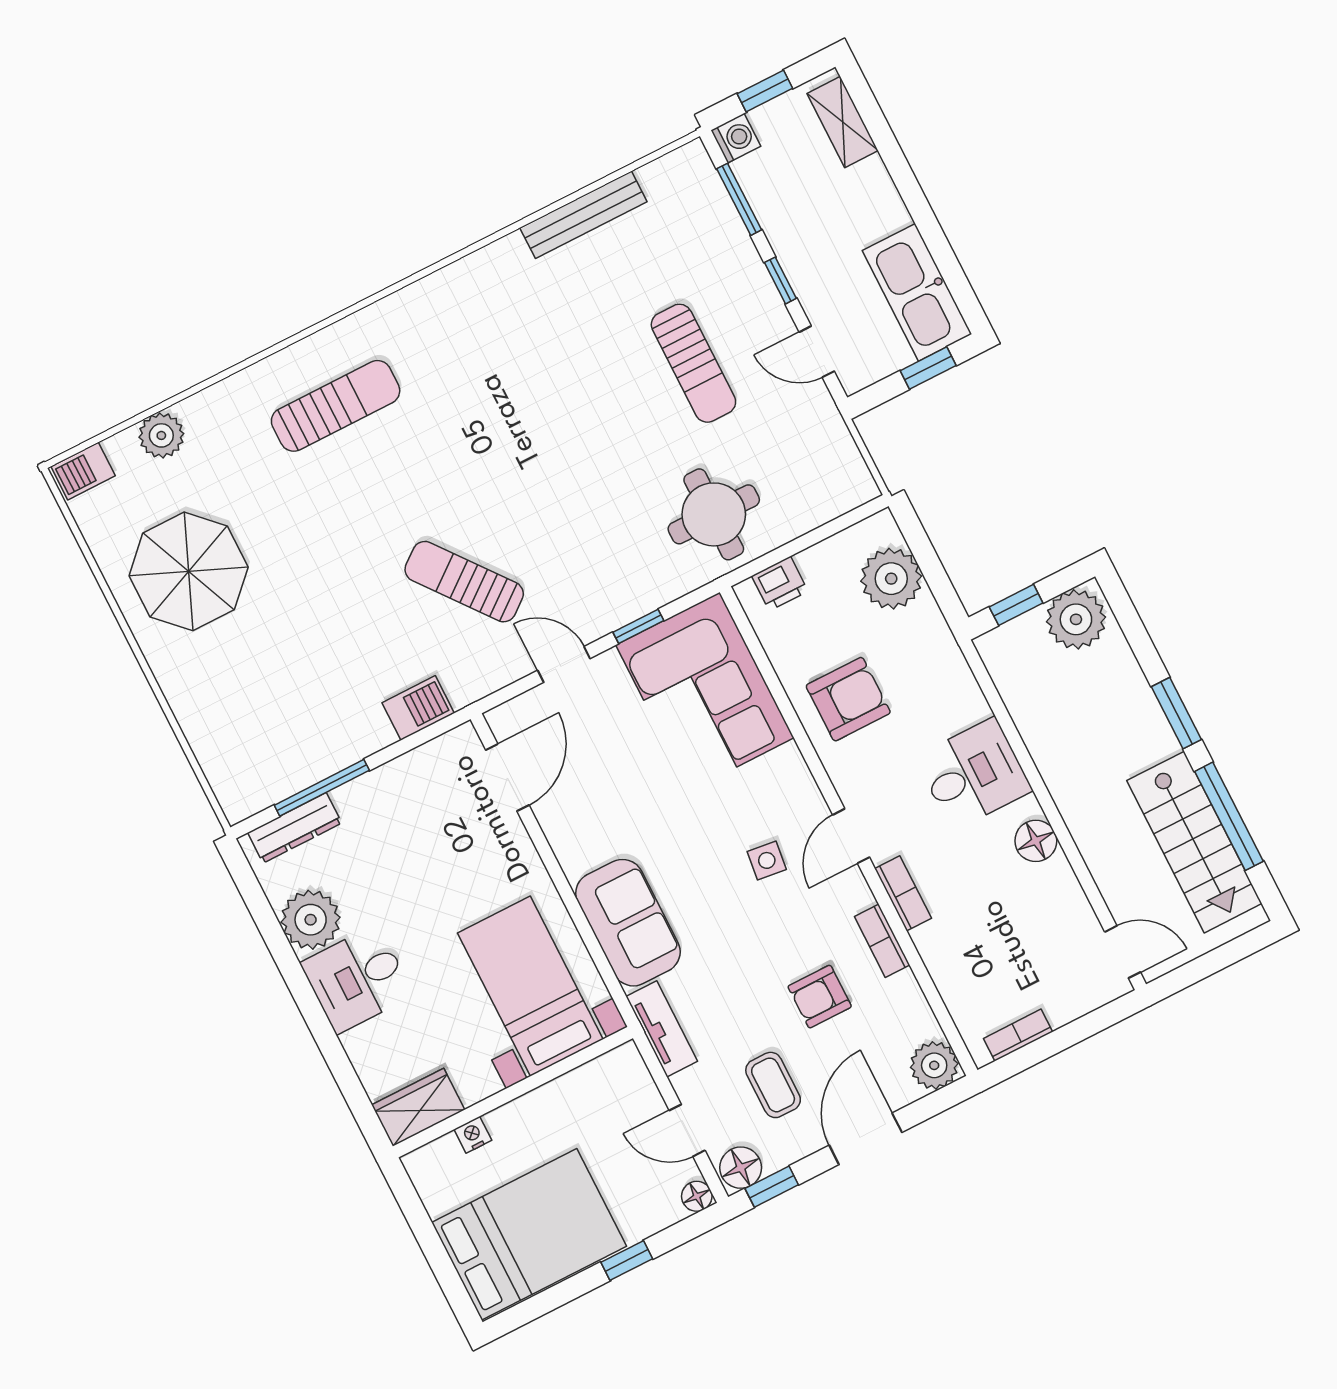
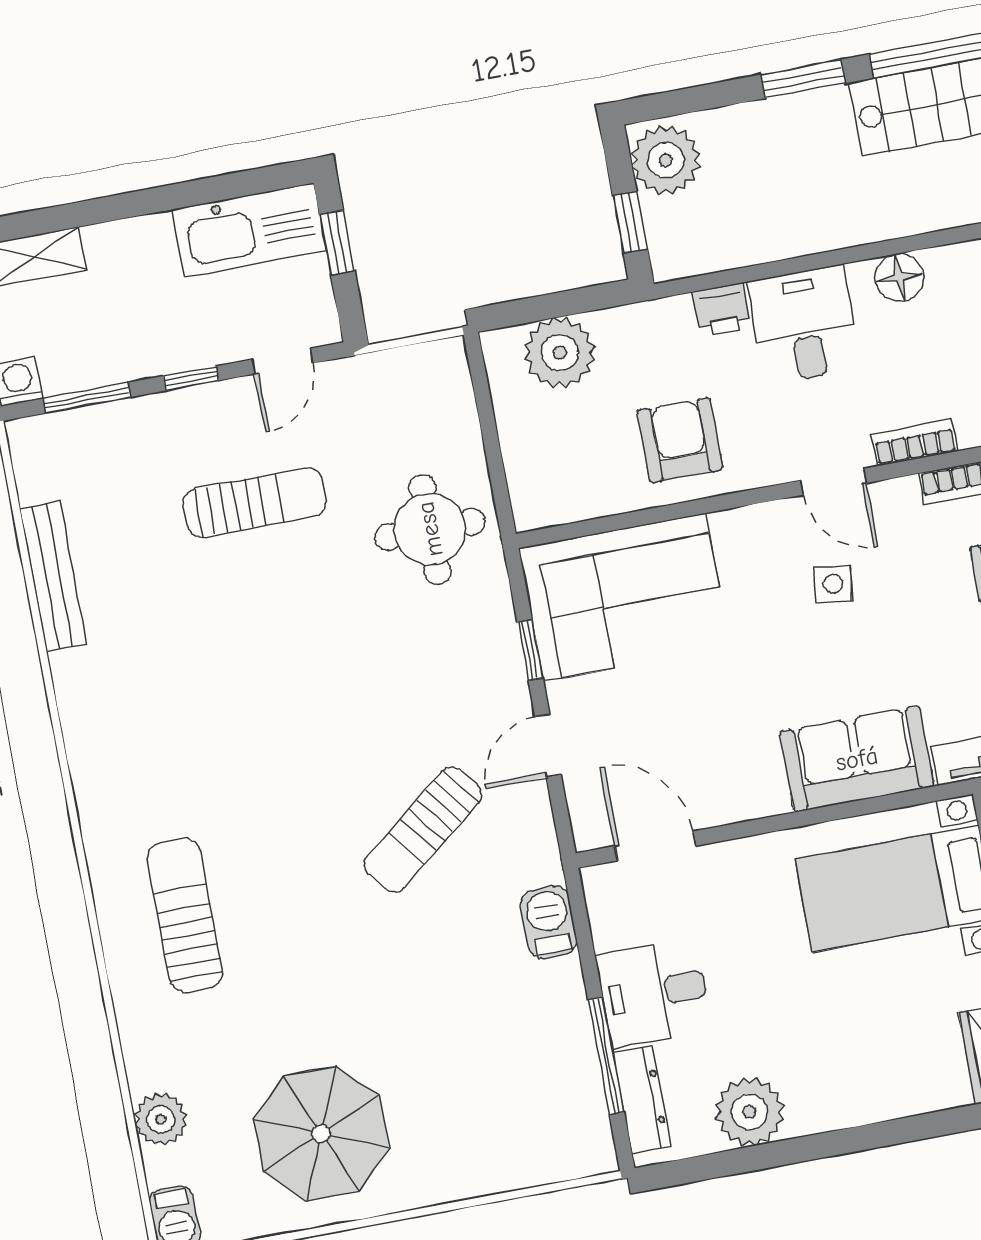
printer: (780, 584) -> (722, 310), moved, turned 90
desk: (357, 979) -> (654, 993), moved, turned 90

